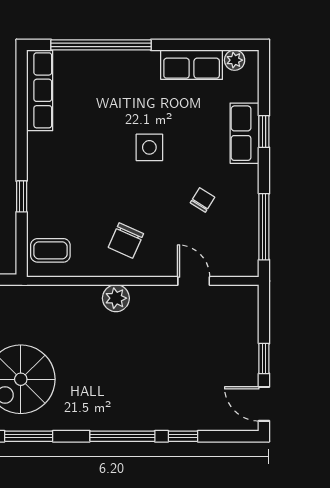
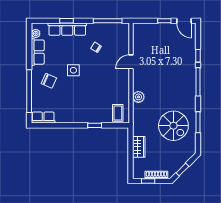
row of seats: (40, 90) -> (43, 118), width x0.68
row of seats: (244, 133) -> (67, 29), width x1.48
chair: (126, 241) -> (49, 81), moved
door: (194, 281) -> (131, 62), moved
plant: (116, 298) -> (138, 97), moved
door: (264, 404) -> (184, 21), hinge flipped

